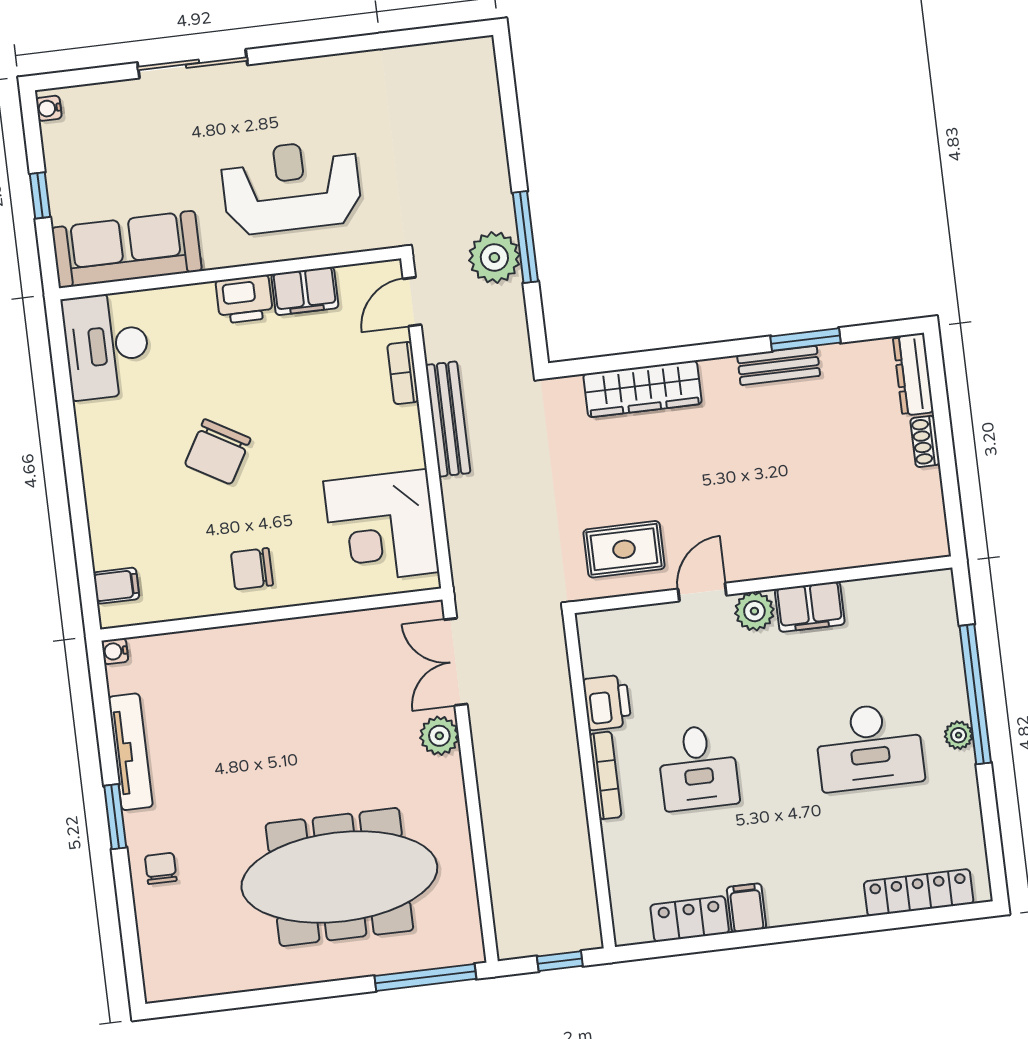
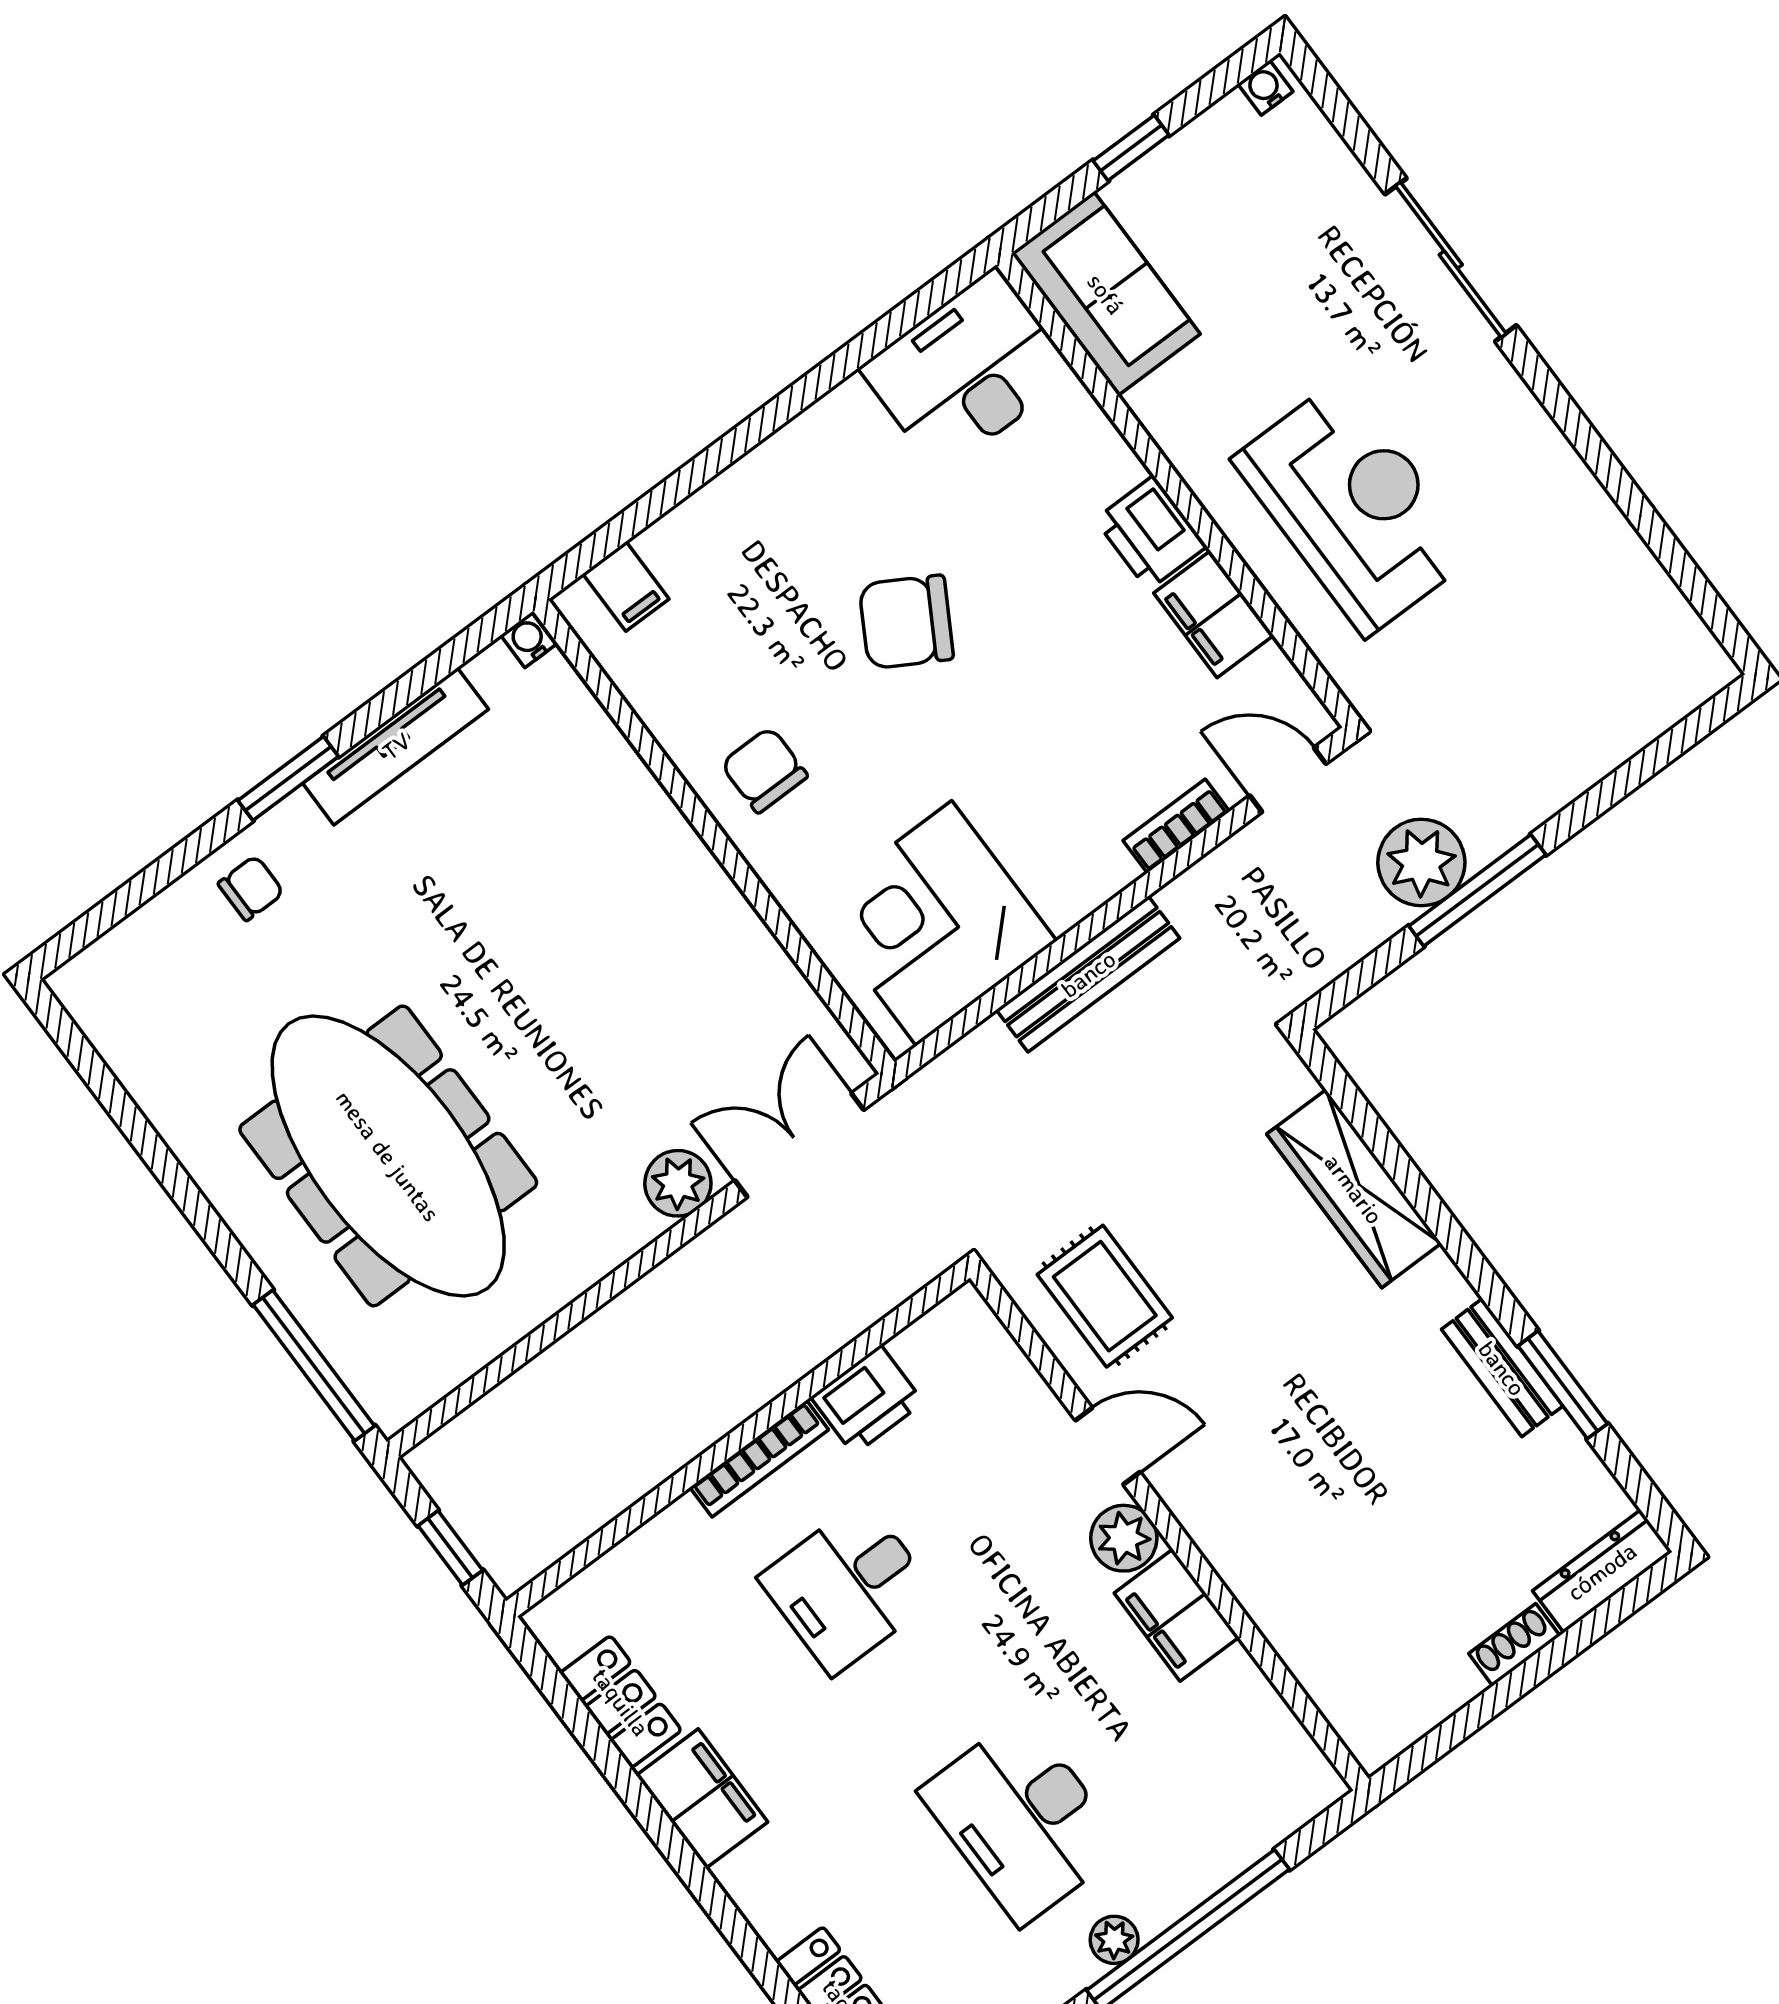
sofa: (127, 249) -> (1106, 294), width x0.73
bench: (448, 419) -> (1088, 974), moved
filing cabinet: (746, 908) -> (702, 1799), width x2.00

